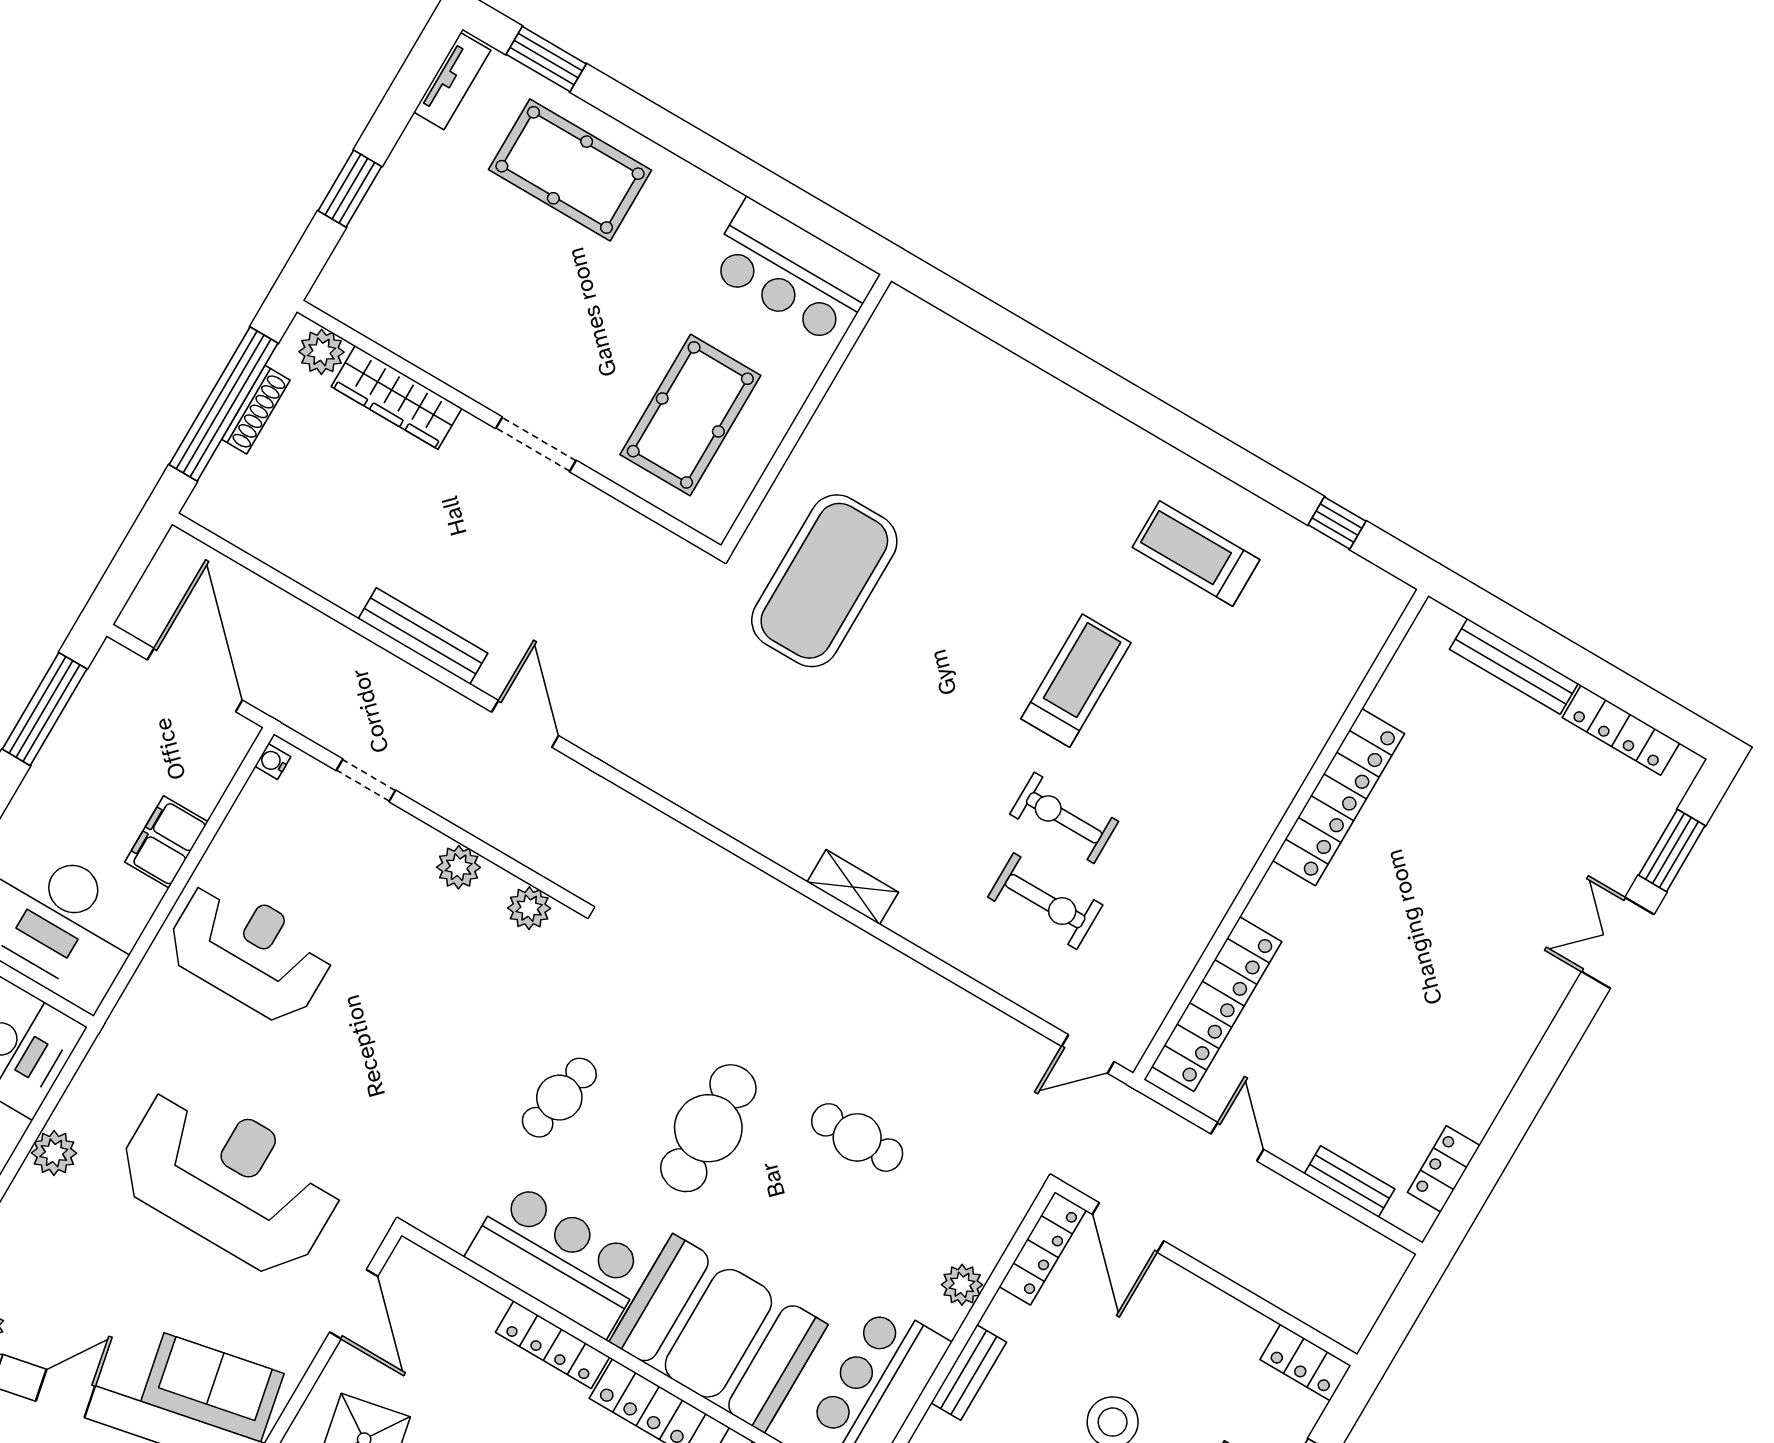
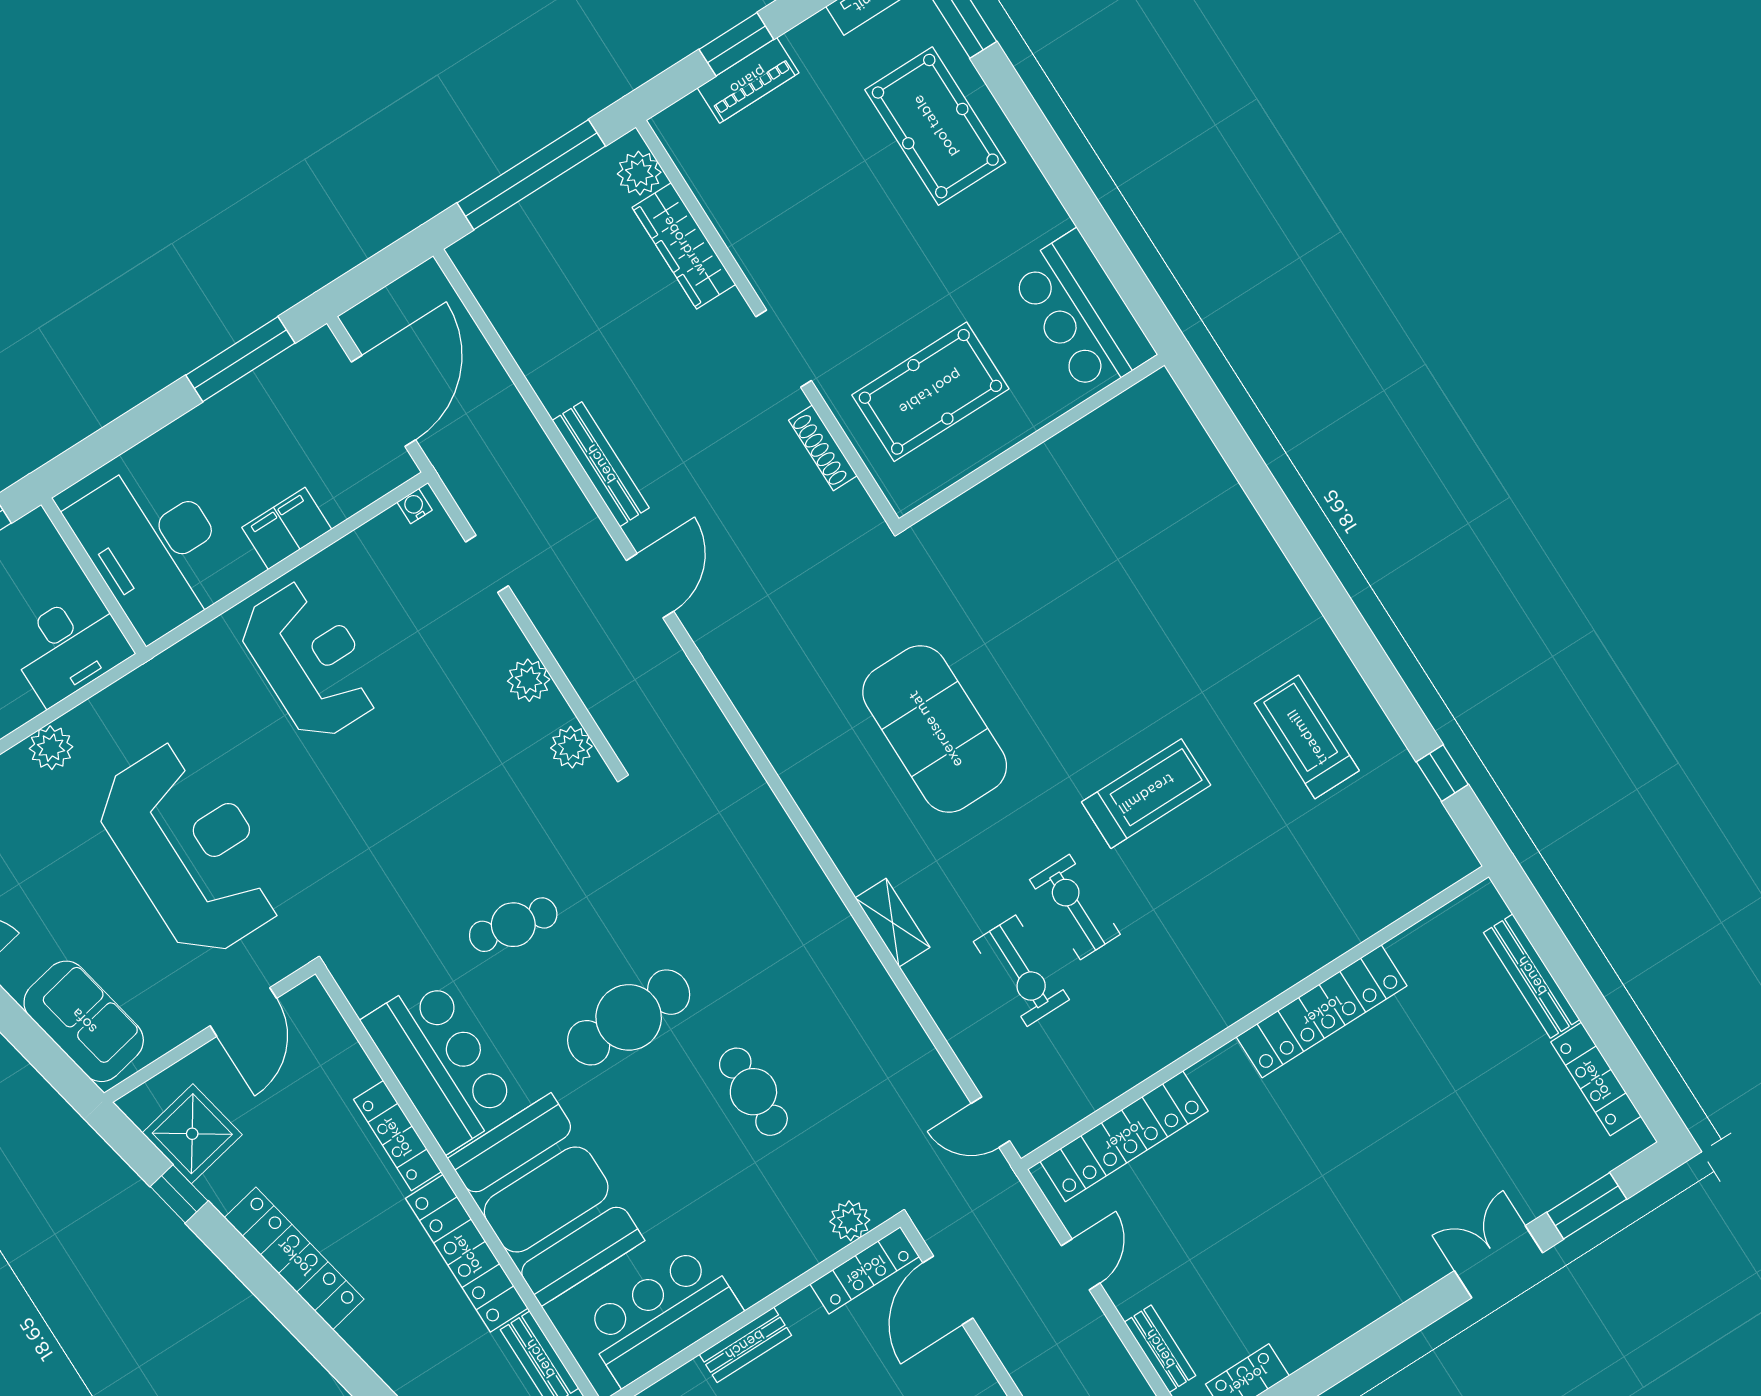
piano: (378, 216) -> (748, 80), added
shoe rack: (256, 410) -> (823, 448), moved, turned 90
exercise mat: (824, 581) -> (935, 729), moved, turned 90
shelving: (853, 887) -> (893, 923), moved
plant: (962, 1285) -> (850, 1221), moved

